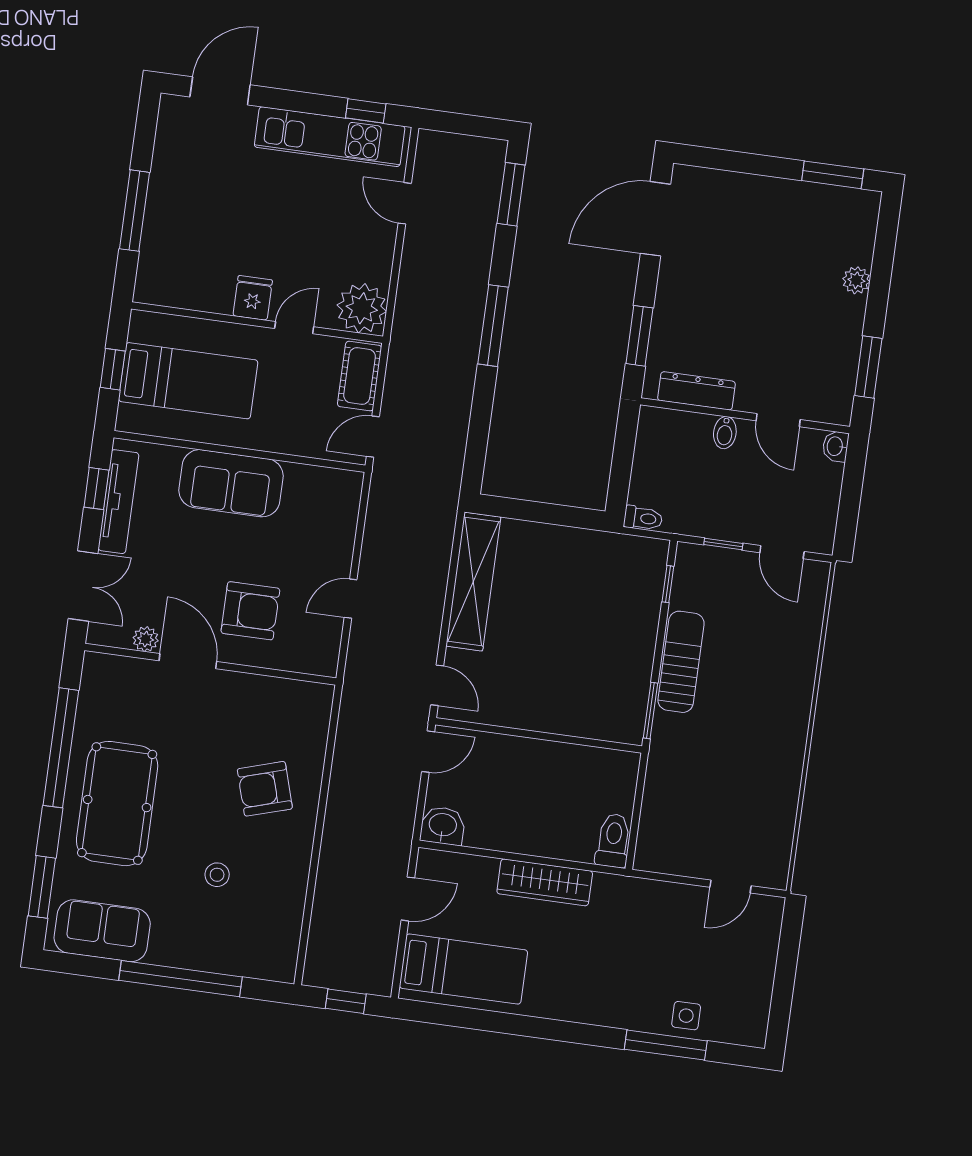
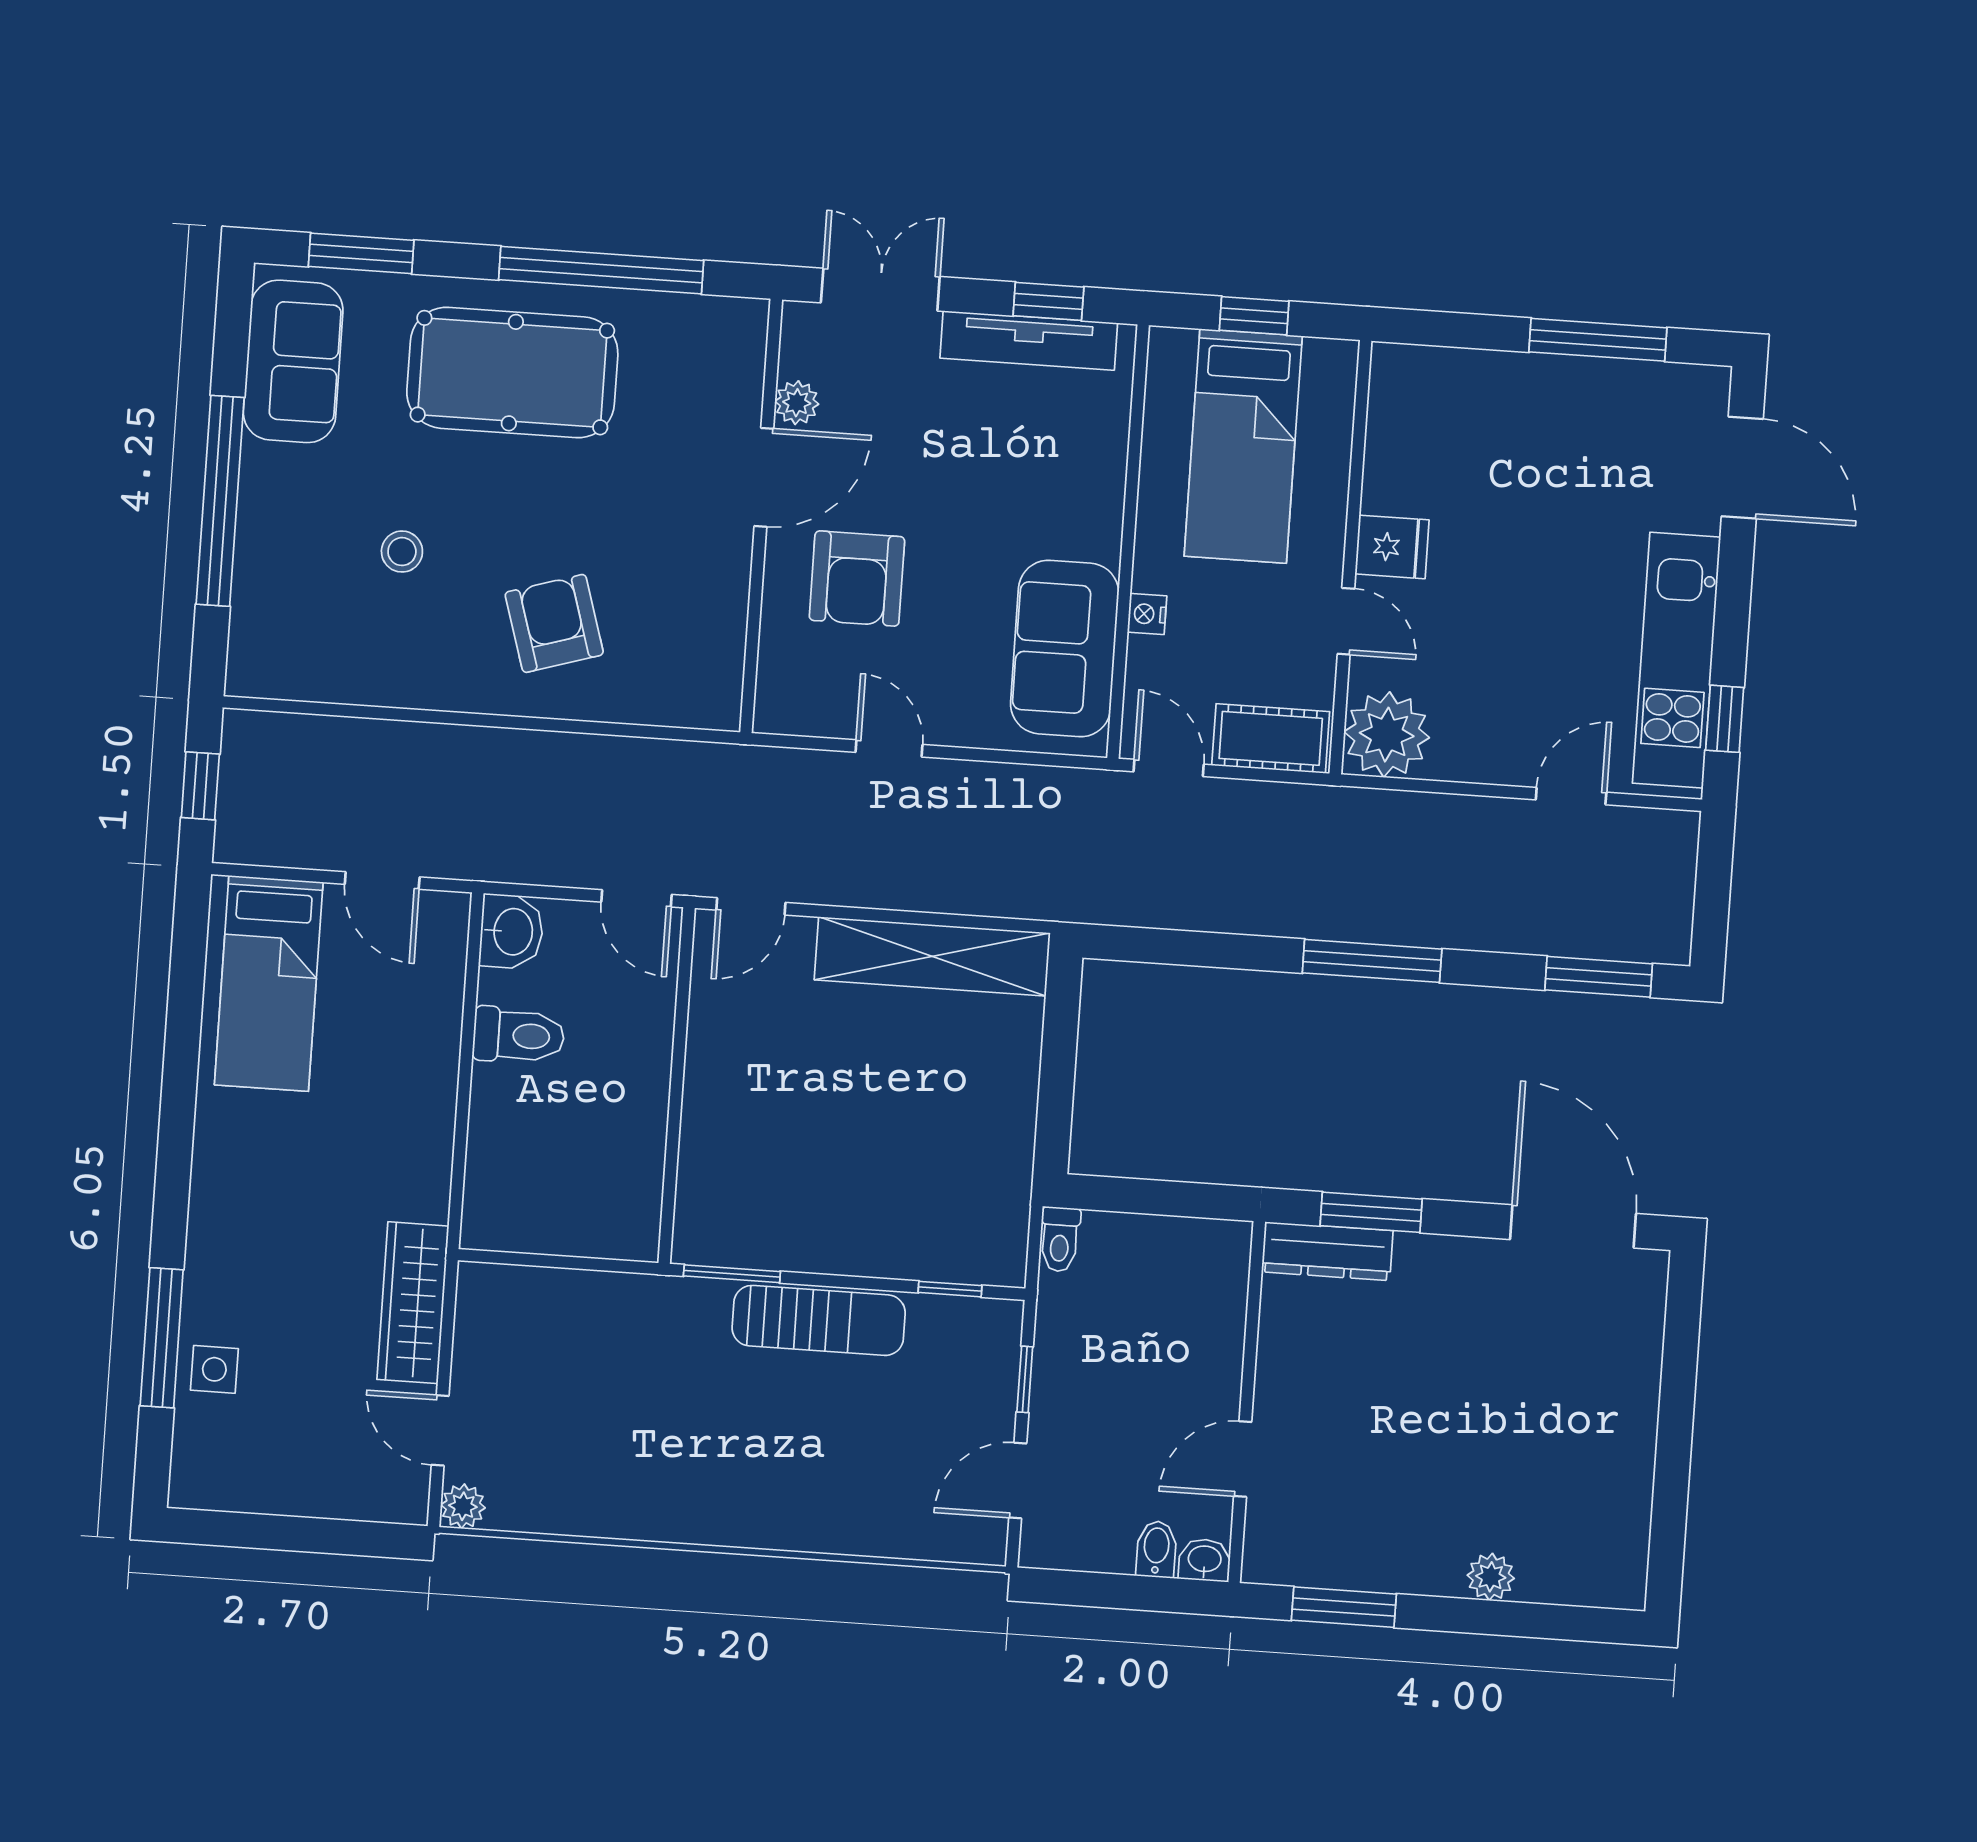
window: (833, 175) -> (1668, 1524), removed
window: (134, 211) -> (1598, 340), moved
dresser: (696, 391) -> (1327, 1251), moved, turned 90
bidet: (725, 433) -> (1156, 1549), moved, turned 90
nightstand: (282, 443) -> (1147, 614), added
sofa: (231, 483) -> (1065, 648), moved
double door: (83, 586) -> (880, 290), swing flipped
toilet: (613, 841) -> (519, 1035), moved
plant: (775, 876) -> (463, 1506), added
wardrobe: (545, 882) -> (413, 1303), moved

